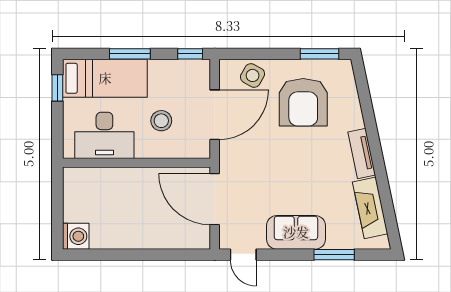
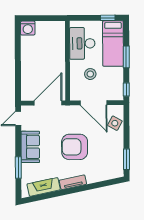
armchair: (303, 102) -> (75, 147), moved

